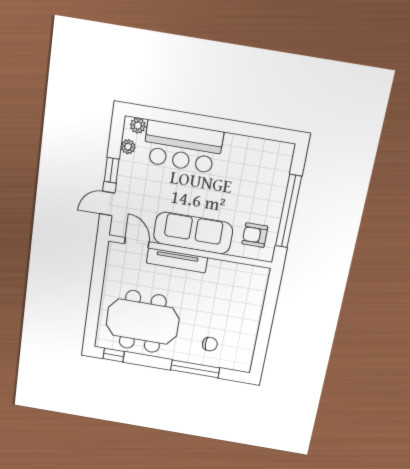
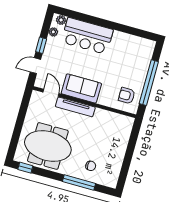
sofa: (193, 233) -> (81, 88), width x0.73

